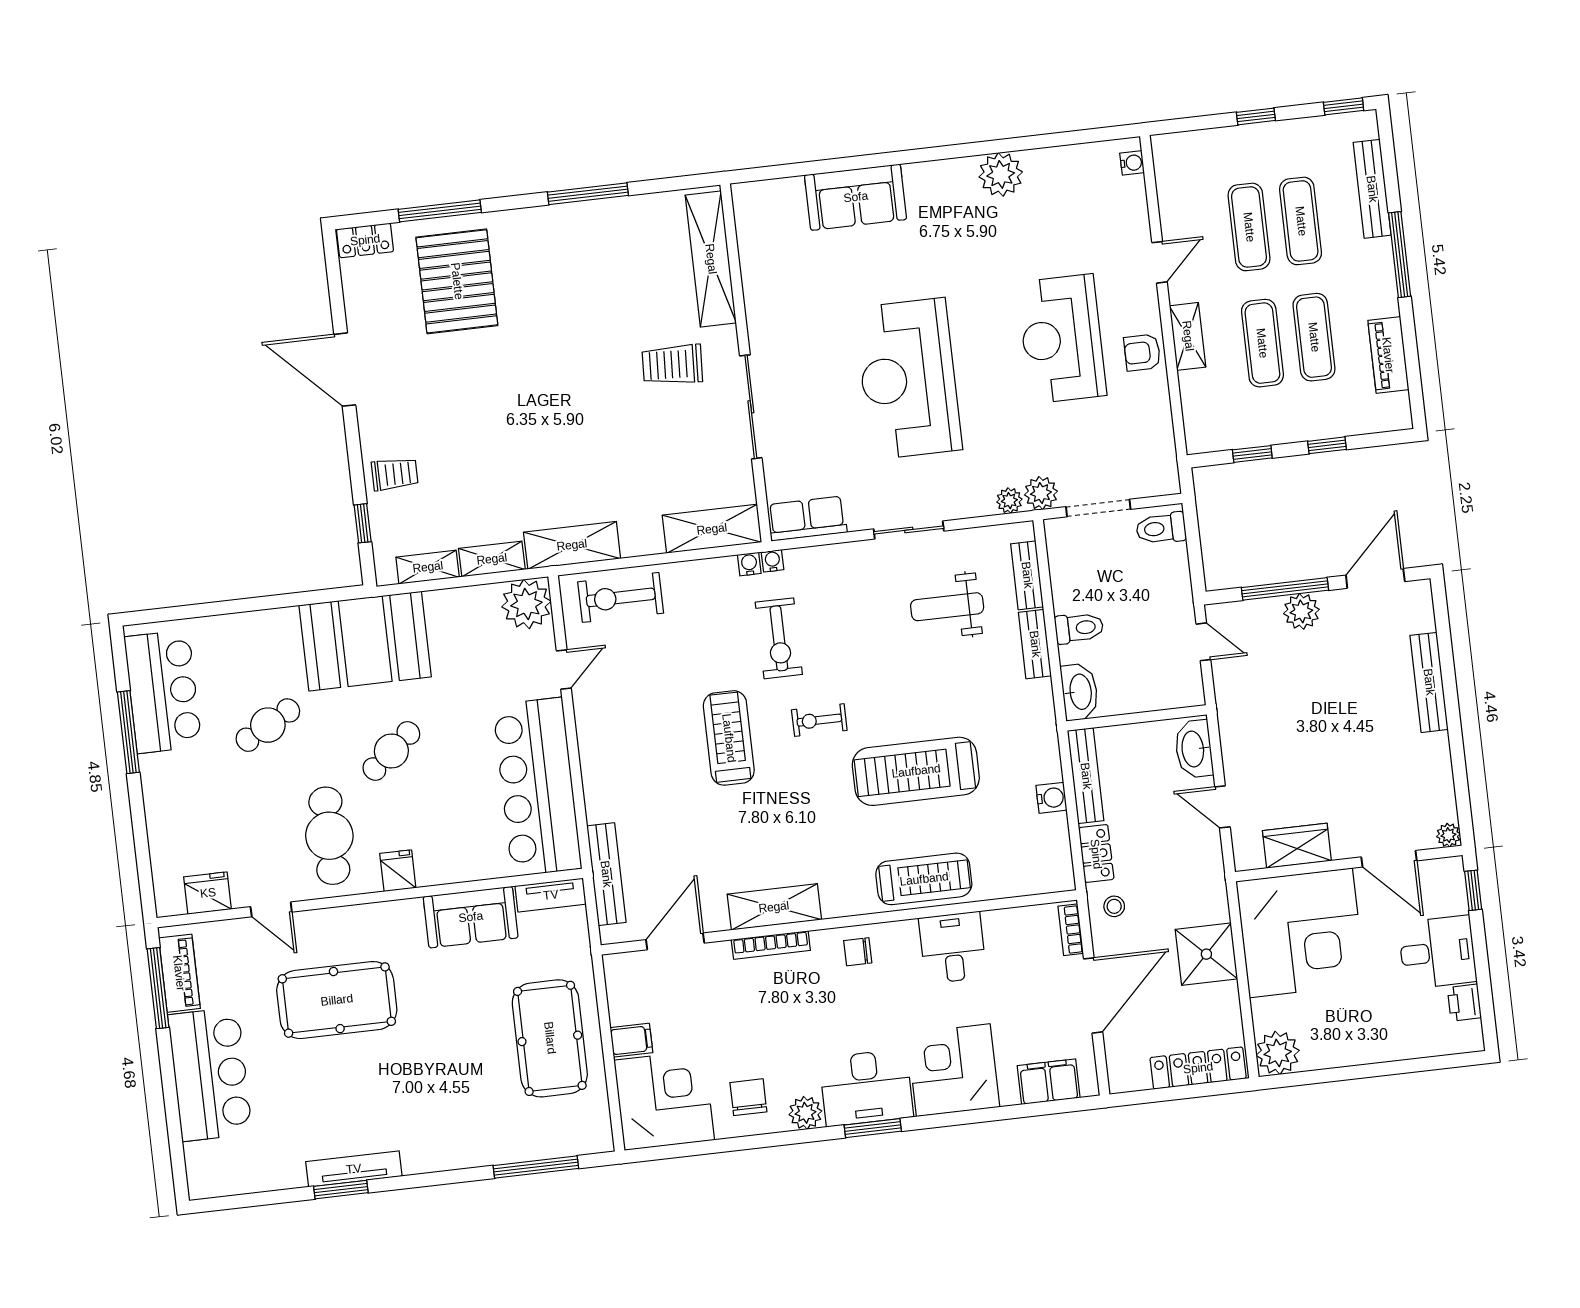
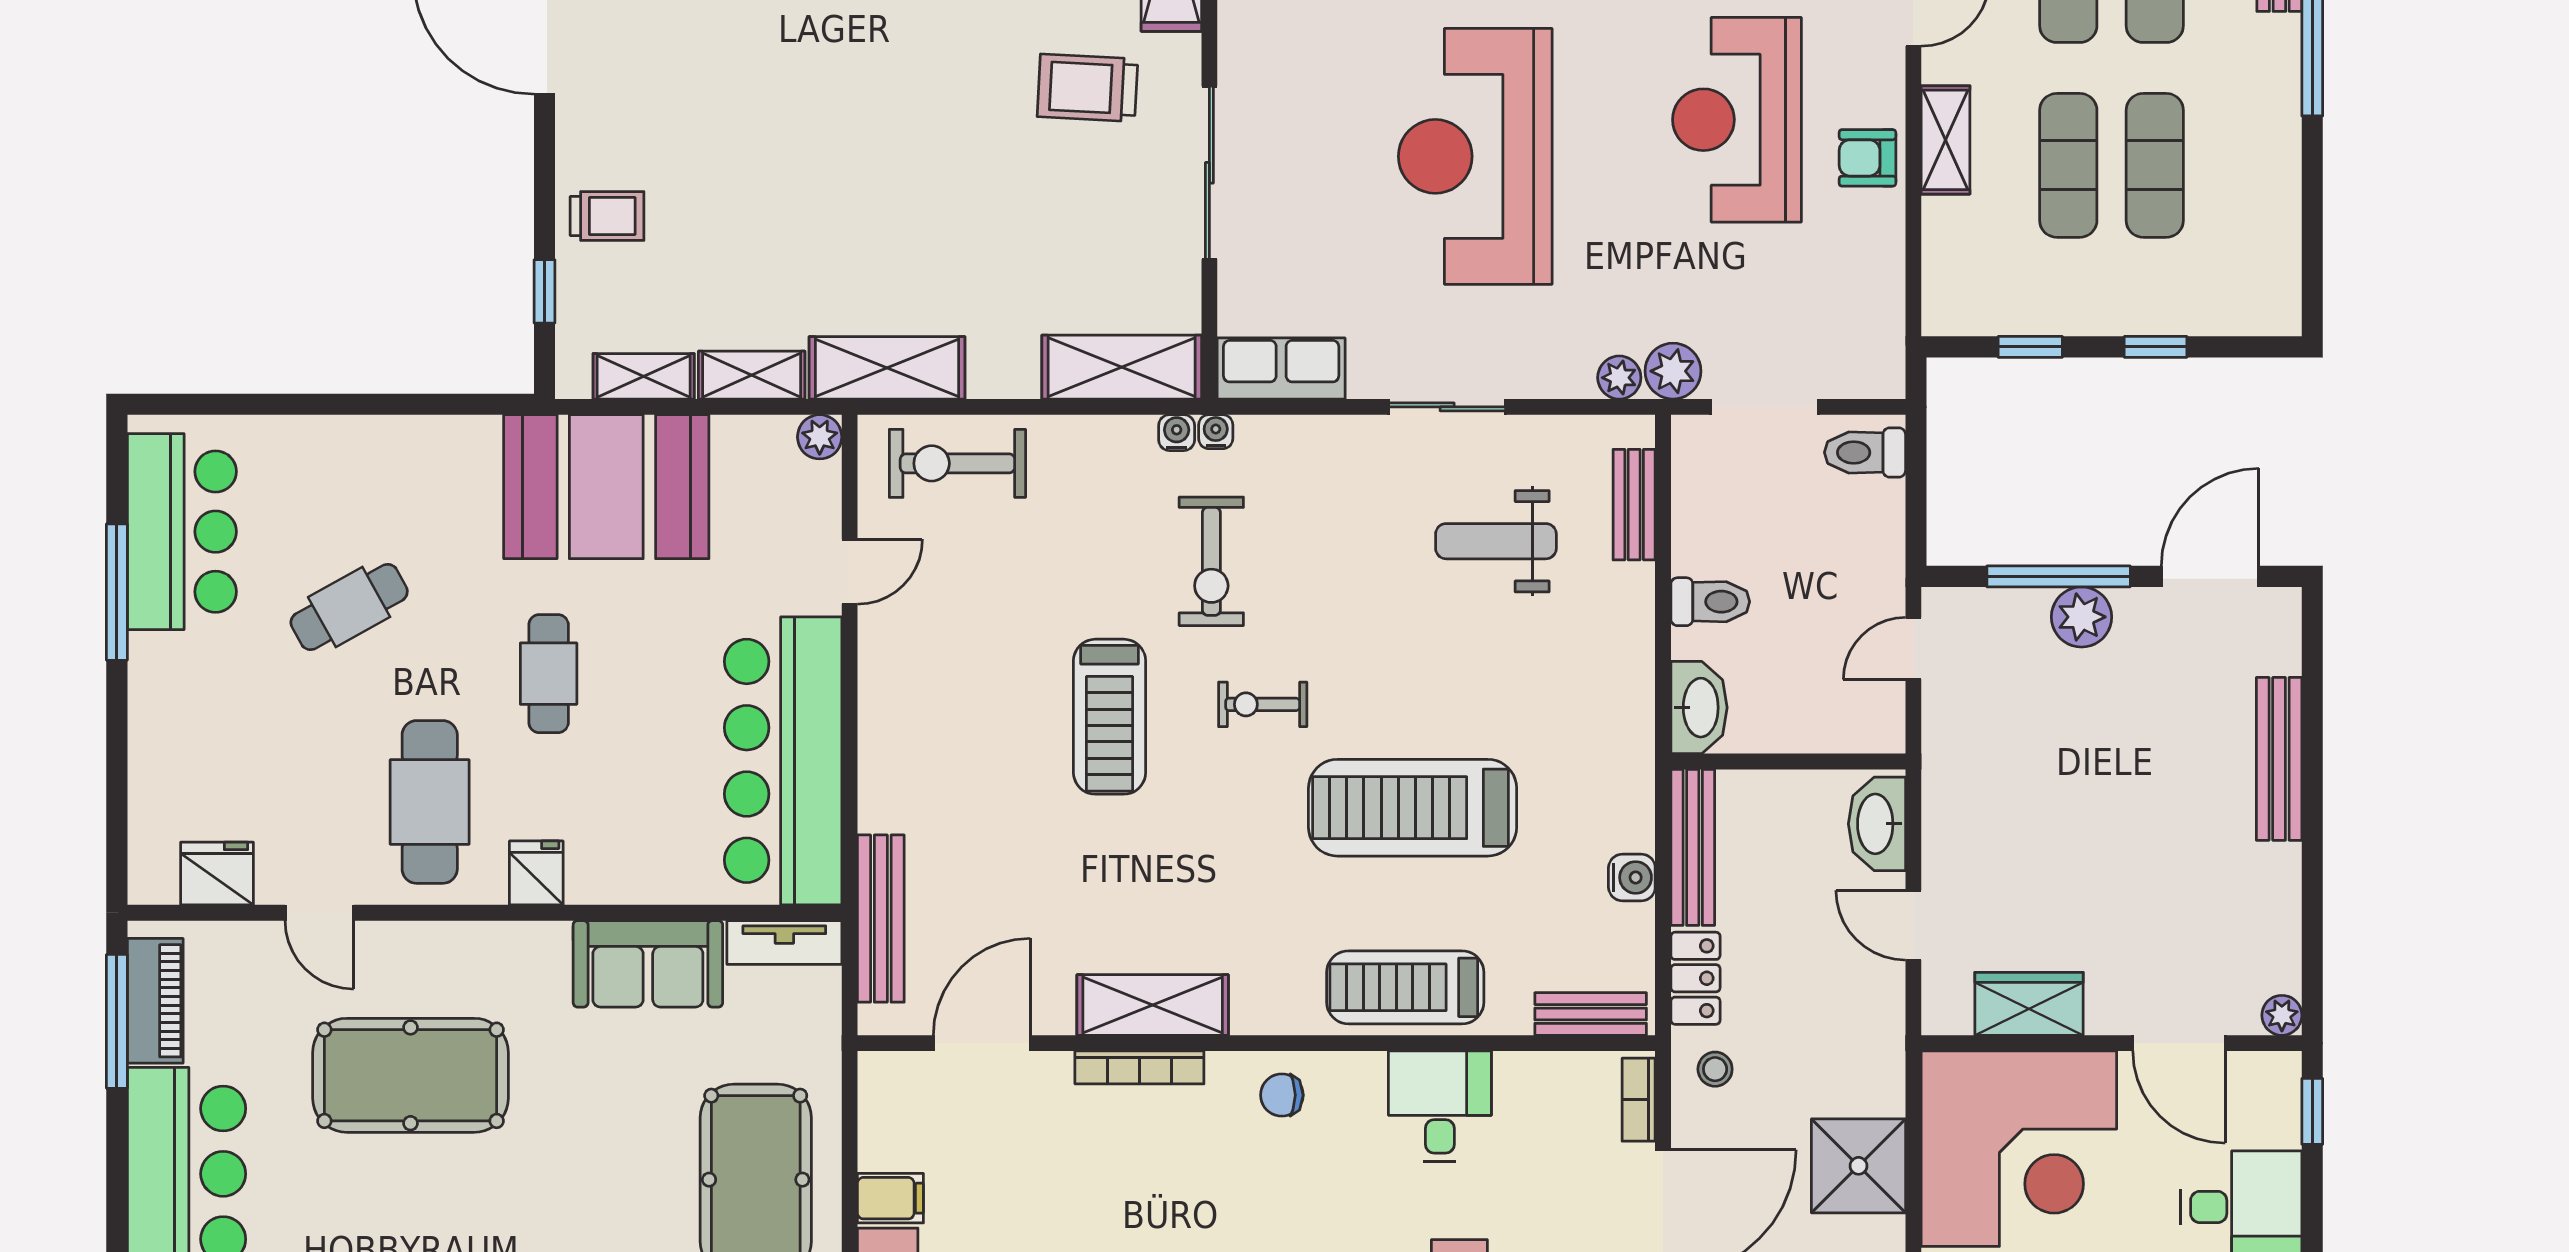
piano: (1388, 355) -> (2274, 209), removed
plant: (526, 604) -> (820, 437), width x0.53, depth x0.53
booth: (365, 641) -> (606, 487), moved
door: (1203, 642) -> (1913, 648), swing flipped
bench: (1035, 644) -> (1591, 1014), moved, turned 90
treadmill: (729, 738) -> (1110, 717), turned 180
cafe table: (391, 751) -> (549, 674), turned -50
treadmill: (924, 879) -> (1405, 987), turned 180

